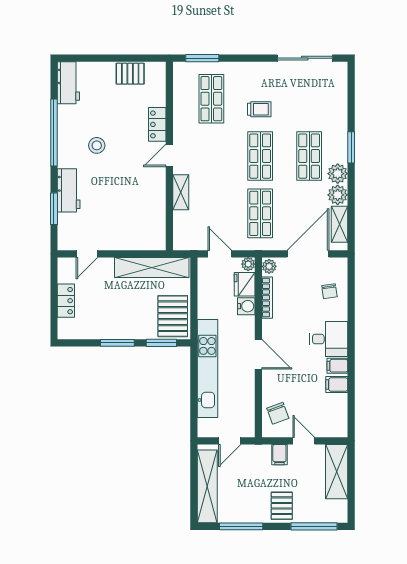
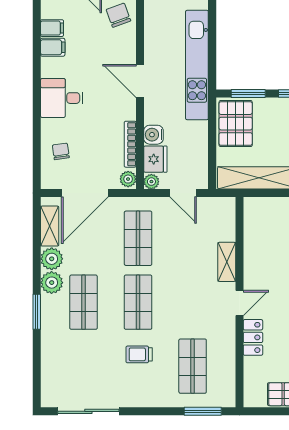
filing cabinet: (337, 366) -> (52, 28), moved

